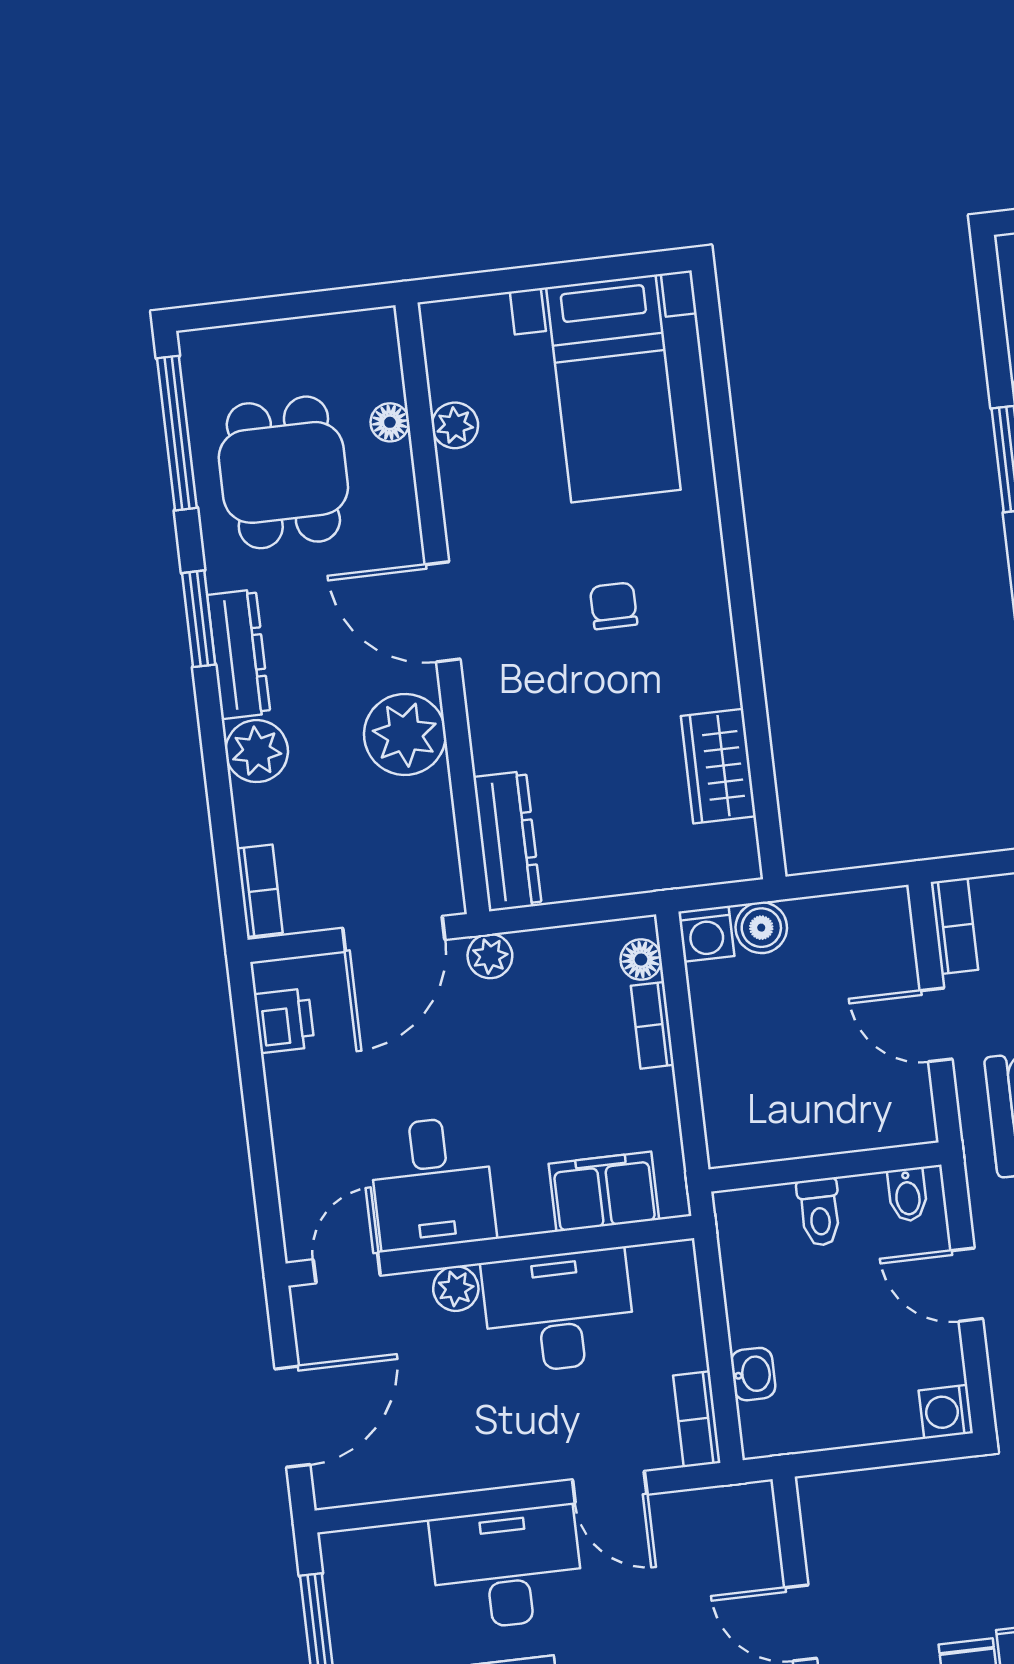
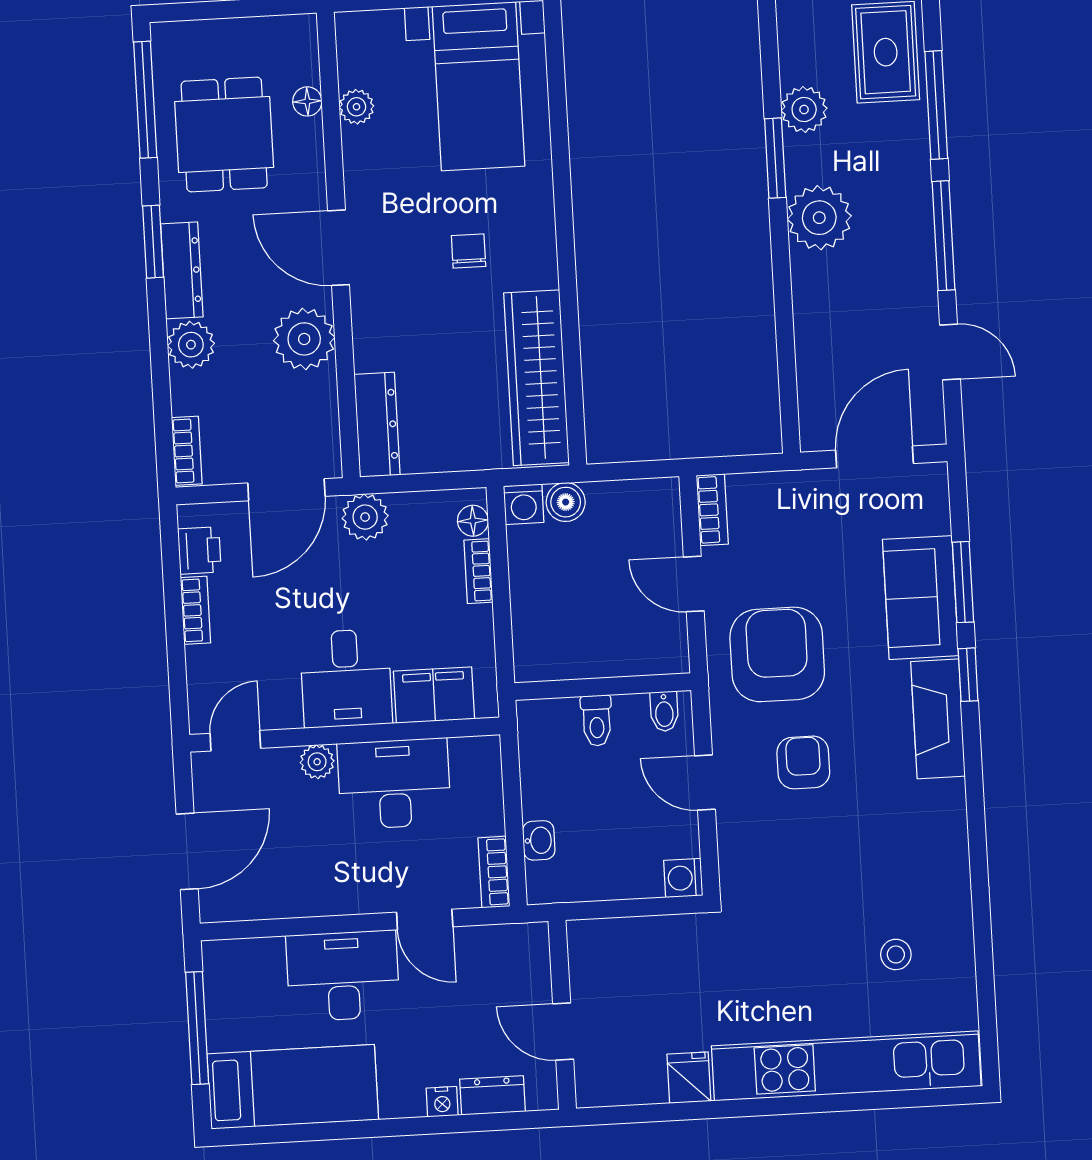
wardrobe: (718, 766) -> (536, 378), width x2.10, depth x1.17
plant: (490, 956) -> (365, 517), width x1.38, depth x1.38
bookcase: (284, 1099) -> (195, 610), added
desk: (432, 1183) -> (346, 678), moved

